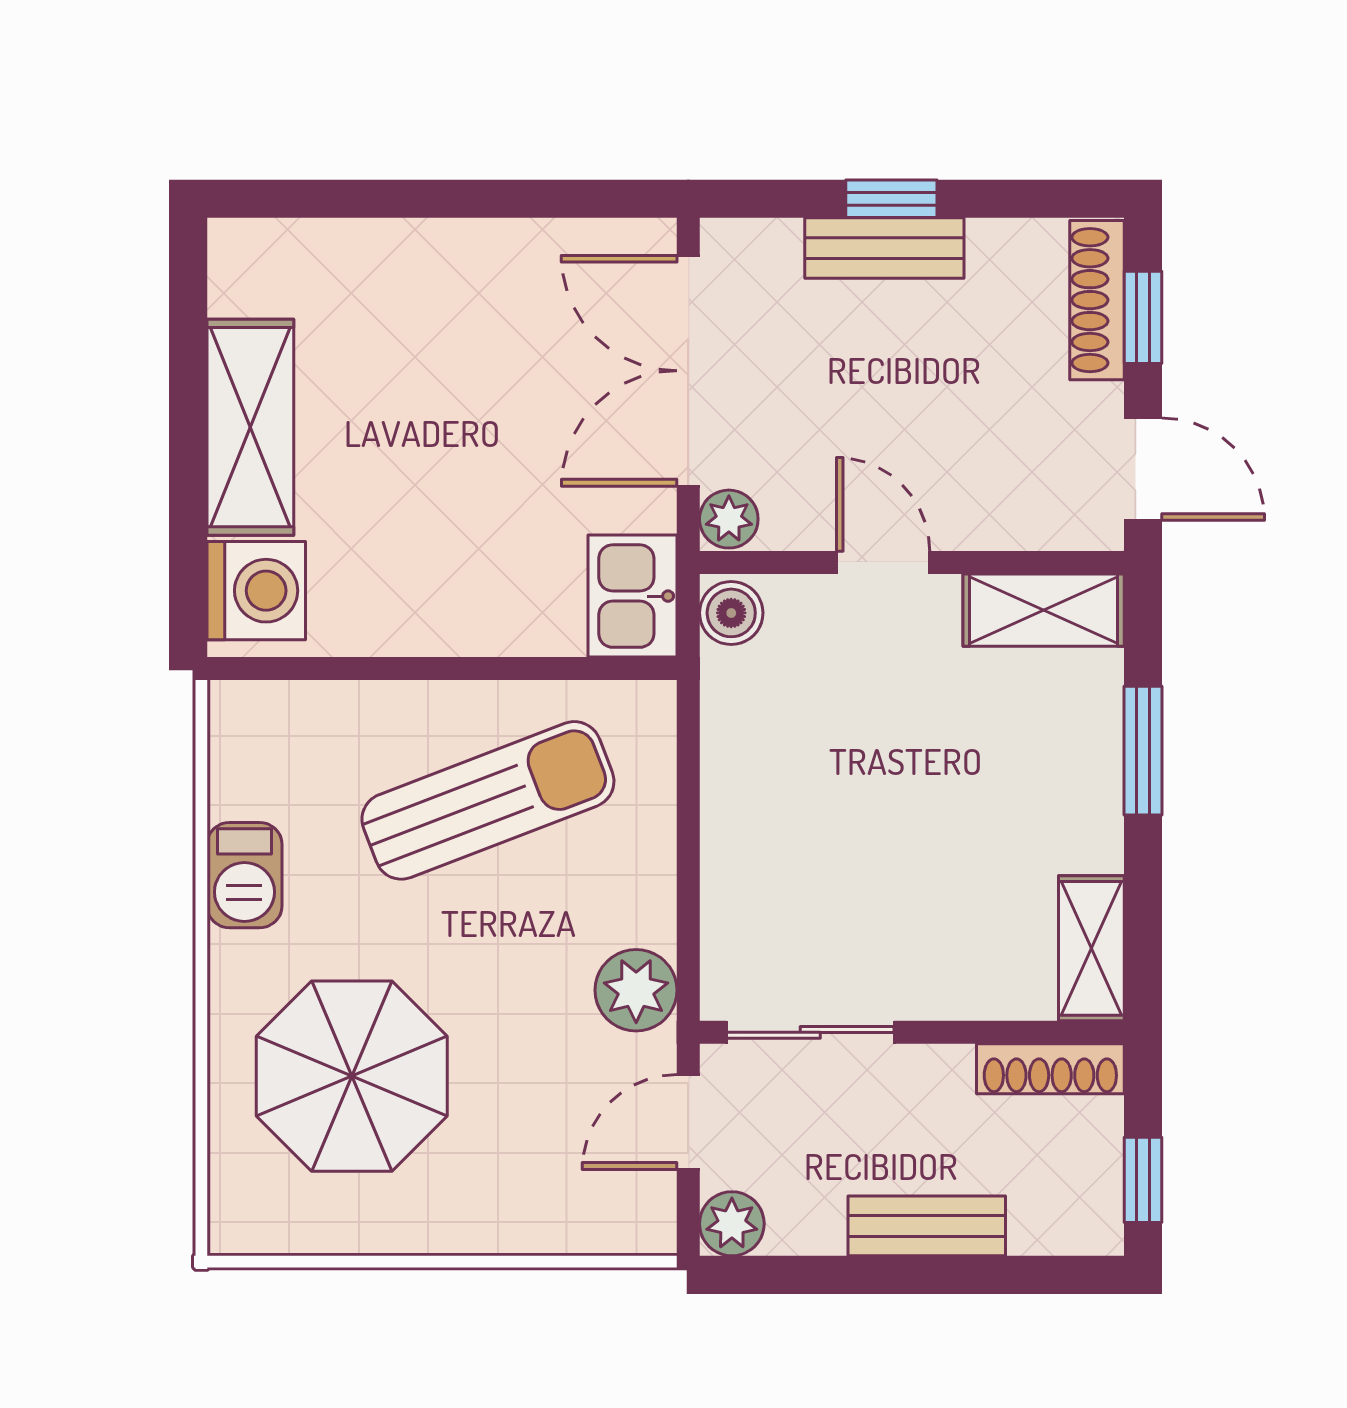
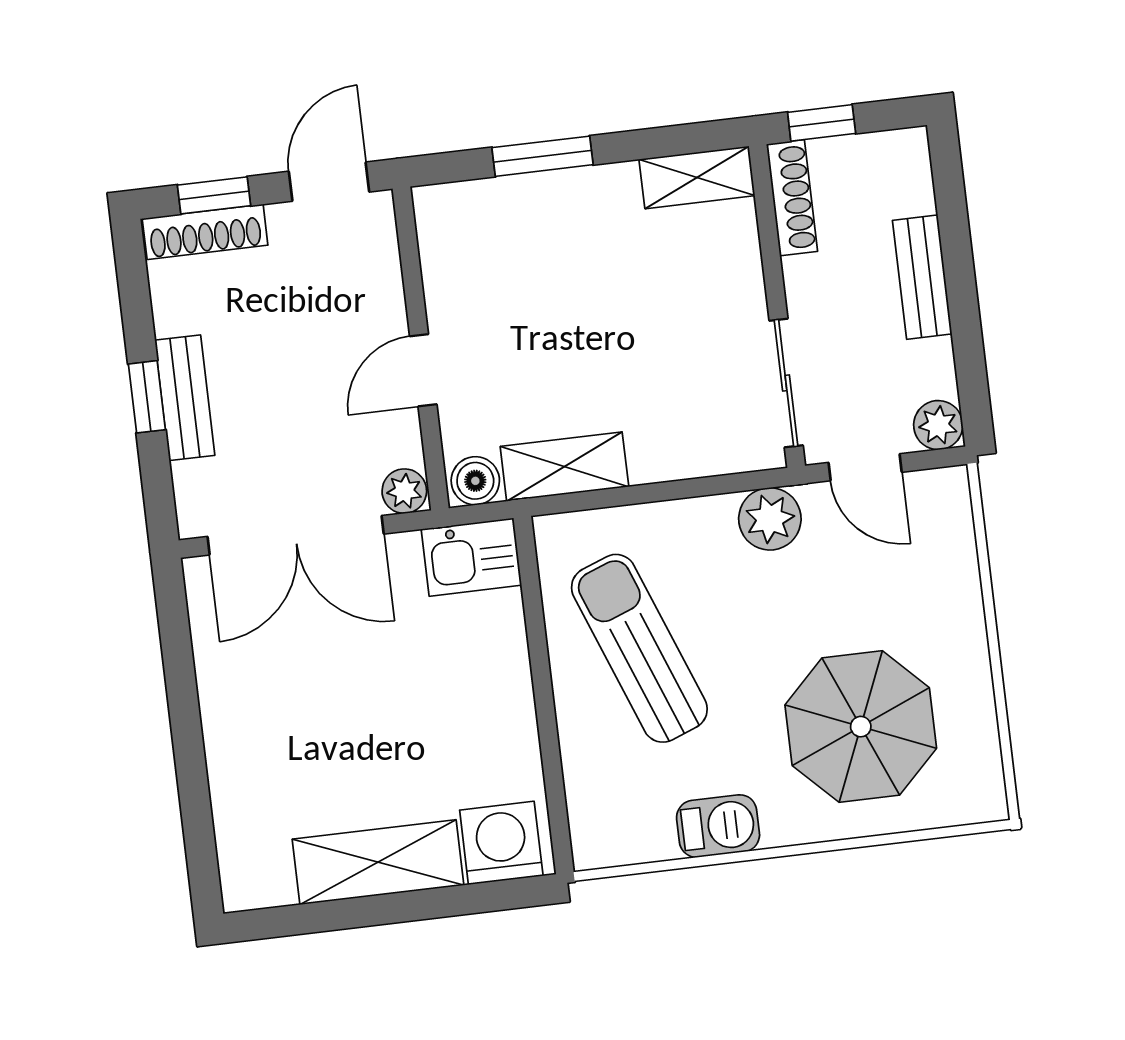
shelving: (1044, 610) -> (564, 467), moved, turned 90
window: (1143, 1180) -> (822, 123), moved

